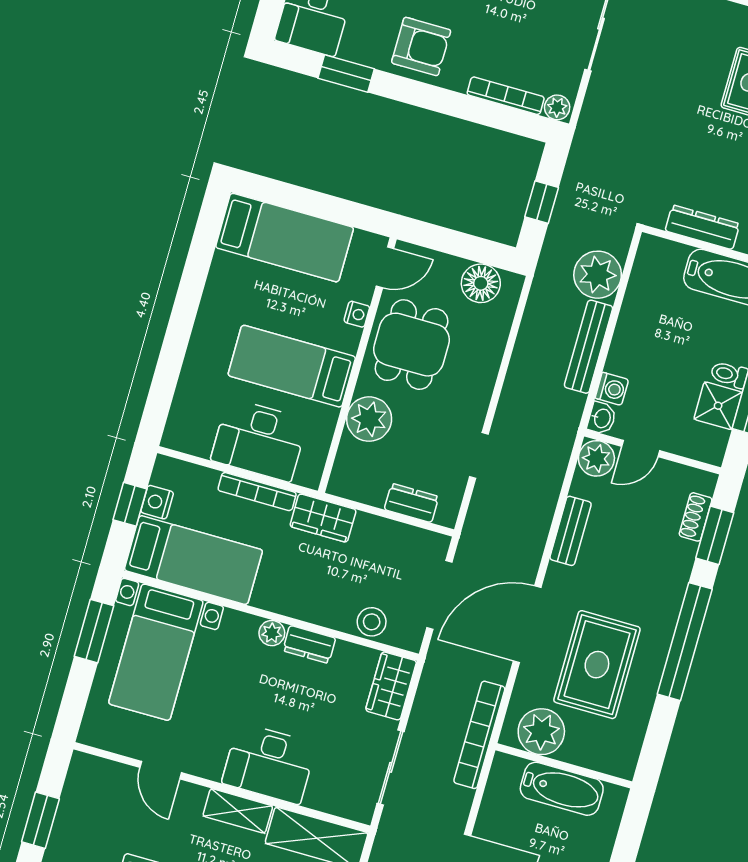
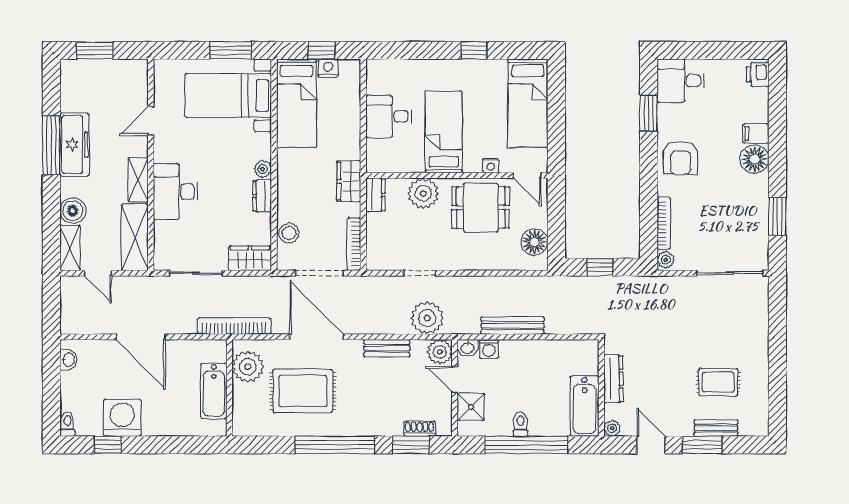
plant: (598, 275) -> (427, 318), moved
window: (190, 292) -> (474, 50), added
shower: (718, 406) -> (471, 407), moved
desk: (259, 440) -> (389, 116), width x0.73
bookcase: (257, 492) -> (354, 244), moved
dresser: (412, 503) -> (375, 195), moved

